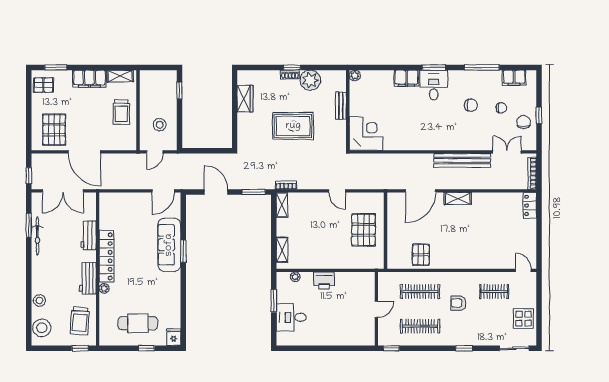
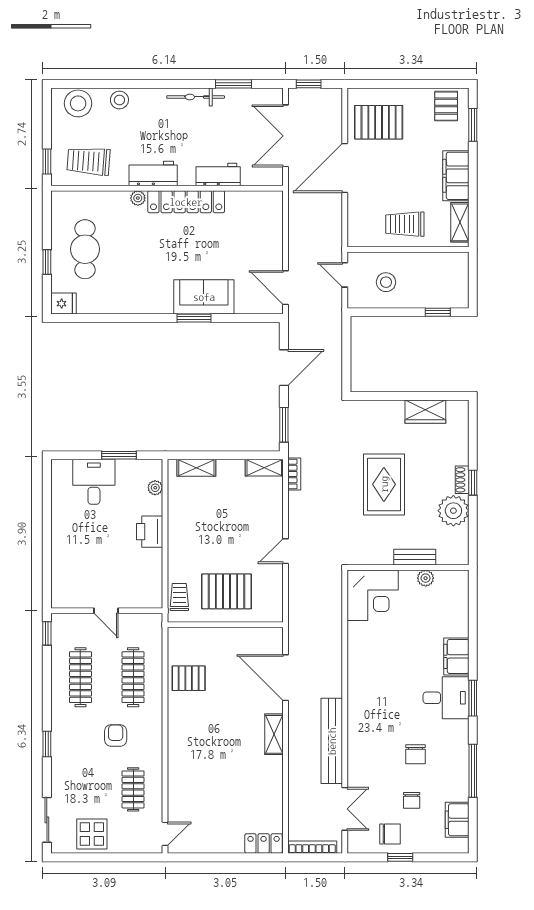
plant: (355, 76) -> (426, 578), moved
bicycle: (37, 236) -> (196, 97), moved
sofa: (169, 245) -> (204, 297), width x0.73
trolley: (367, 261) -> (179, 597), added

